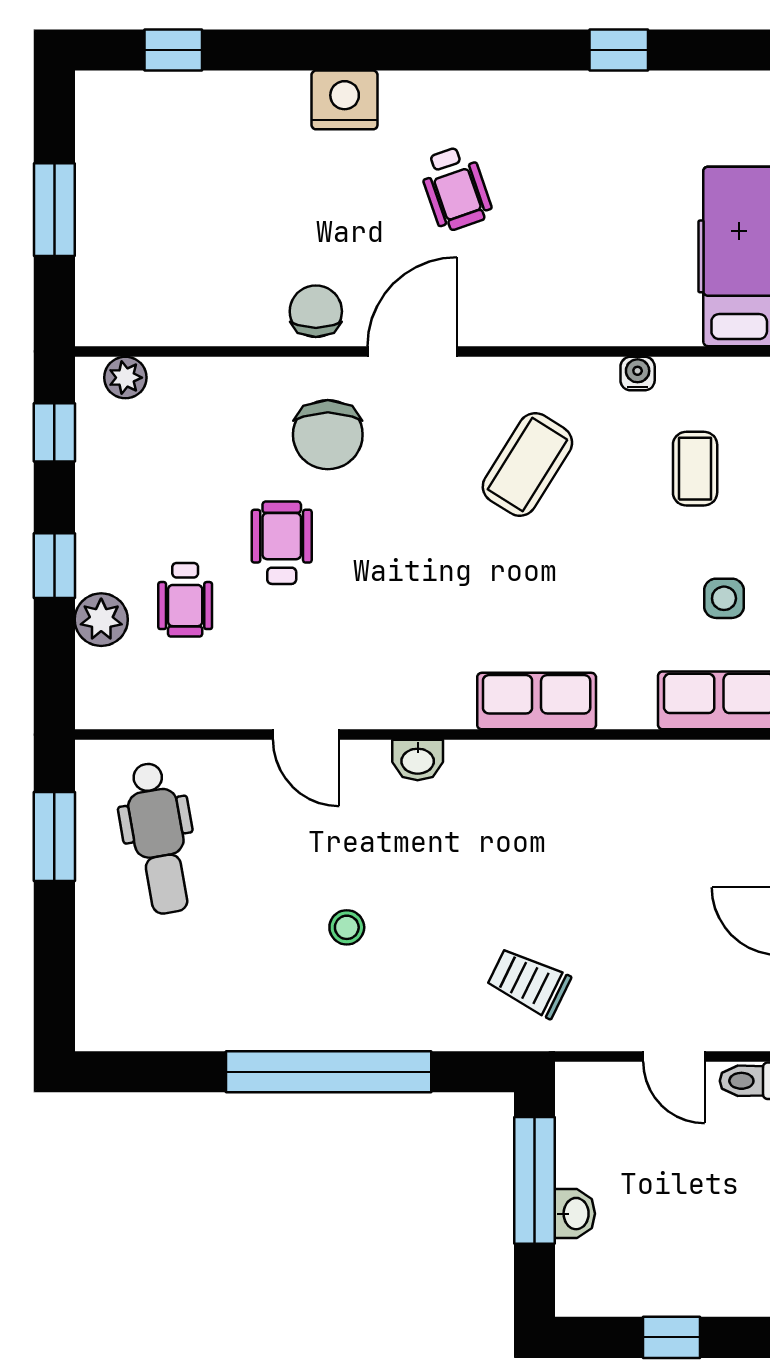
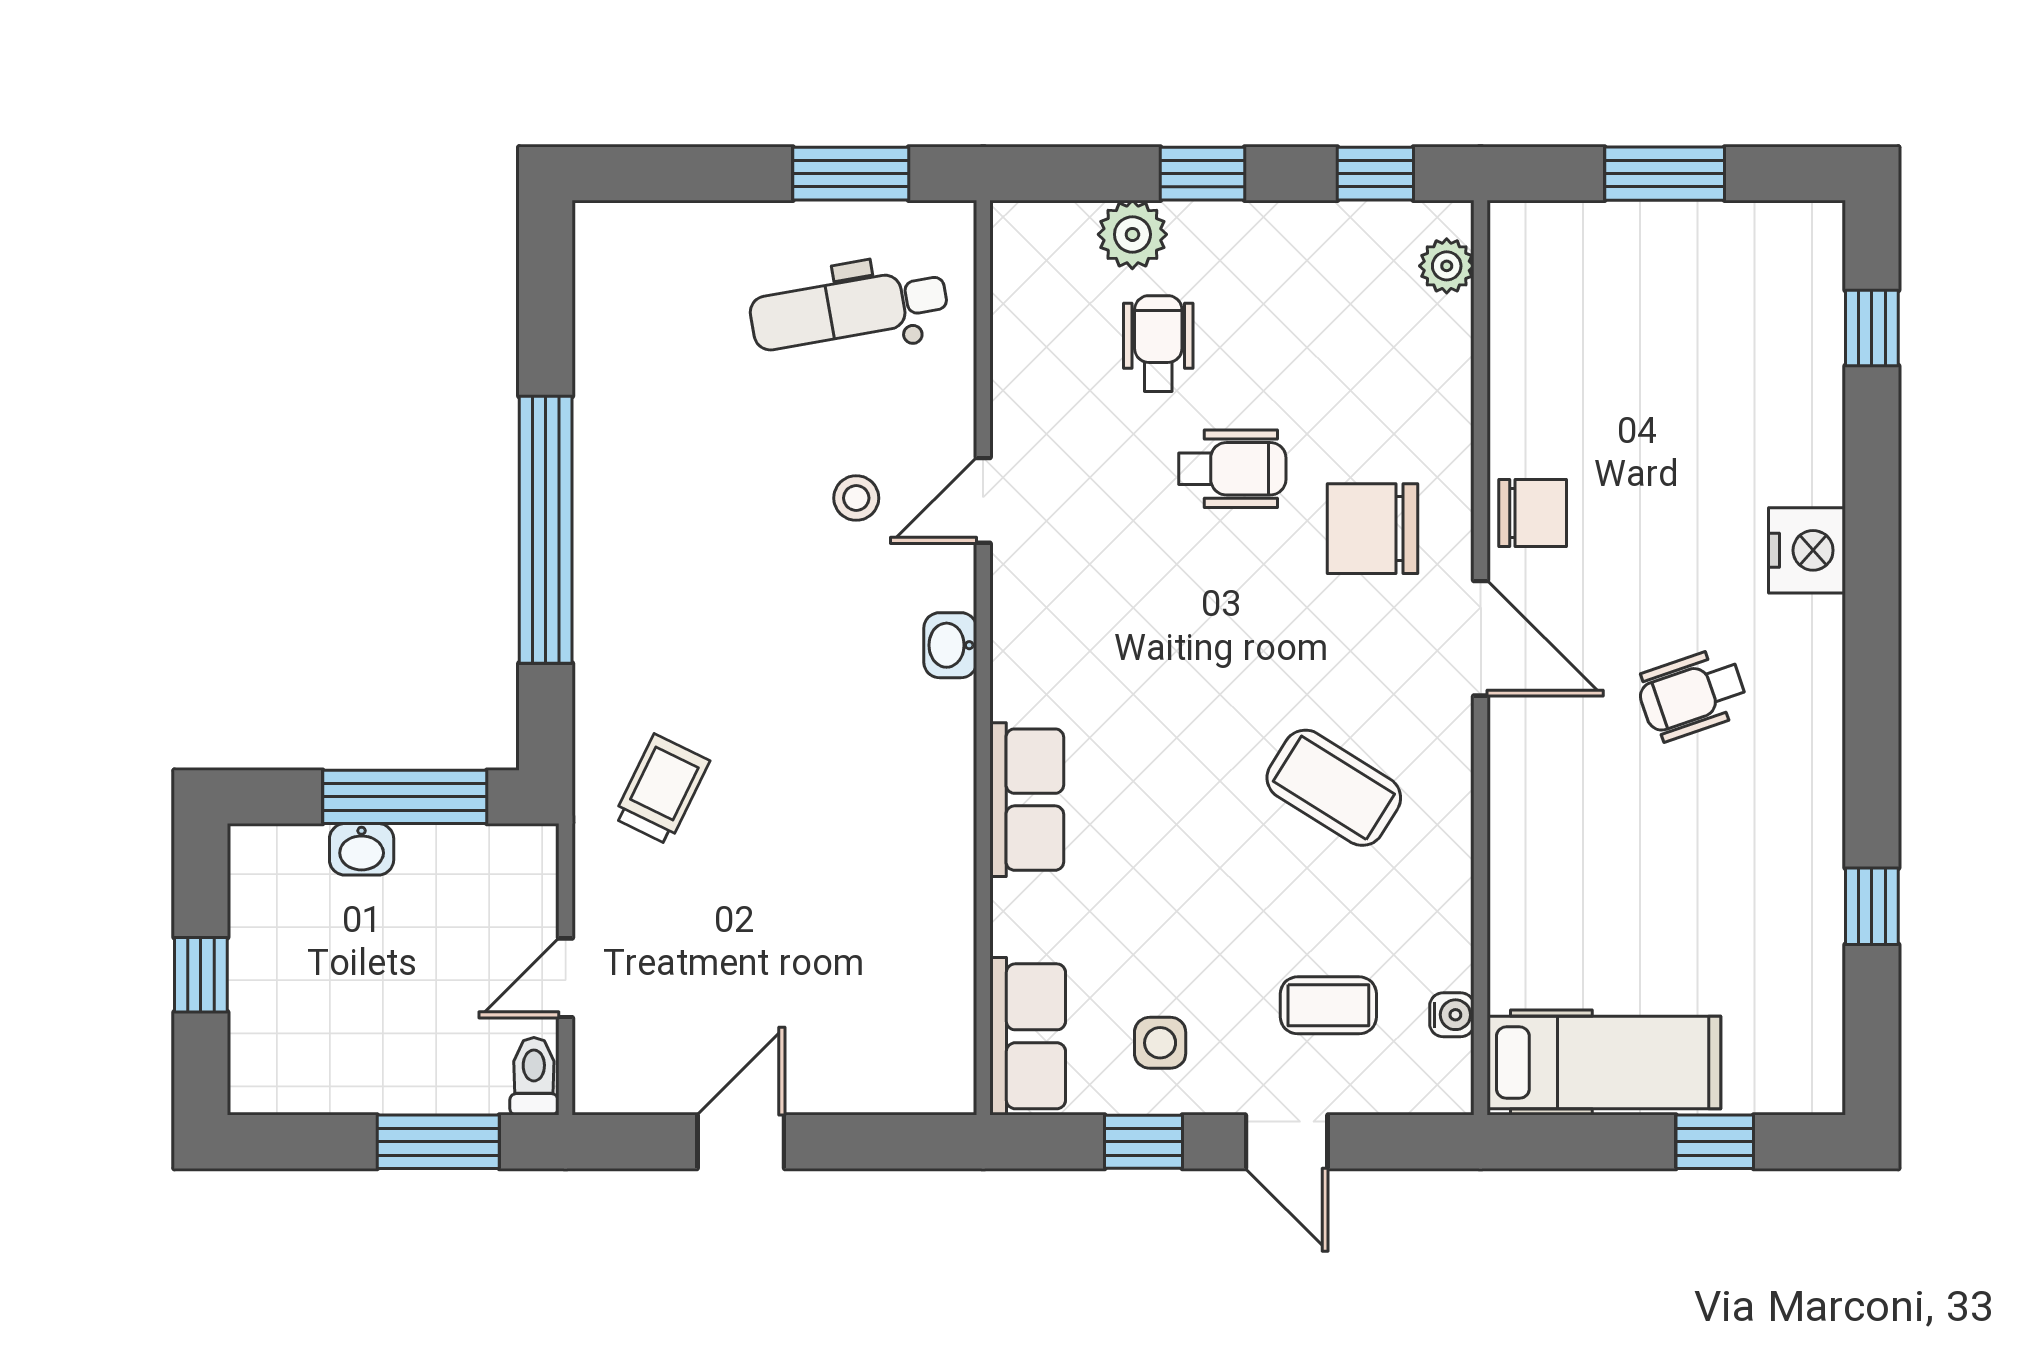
water cooler: (638, 374) -> (1452, 1015), moved
wheelchair: (185, 600) -> (1158, 343), turned 90
stool: (347, 927) -> (856, 498), moved

